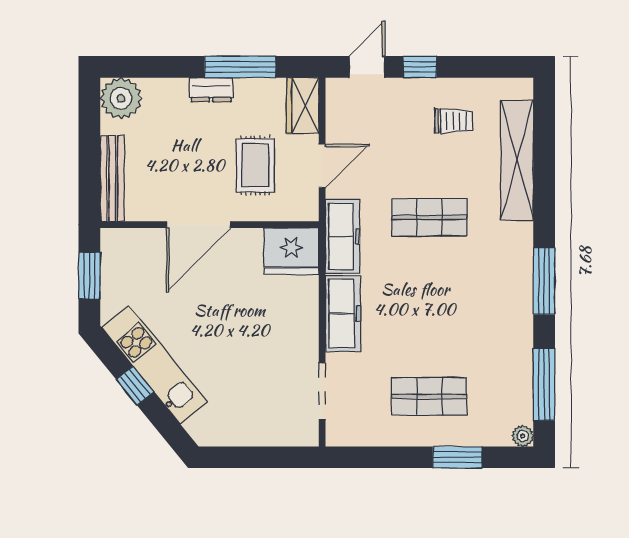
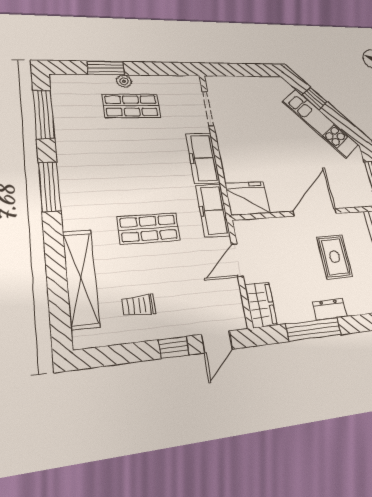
rug: (255, 165) -> (335, 257), moved
window: (135, 386) -> (315, 98), moved
plant: (523, 436) -> (124, 81), moved

